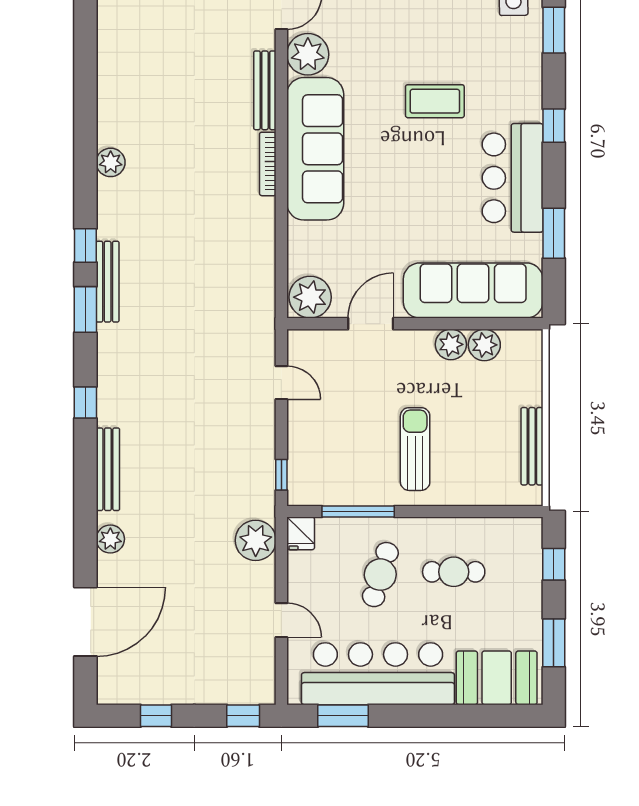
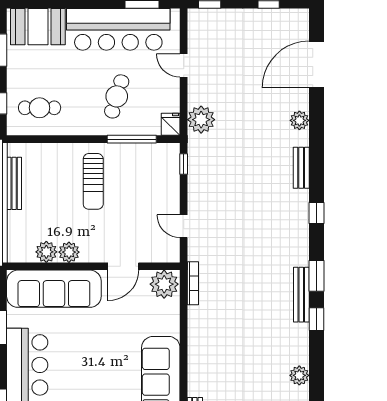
bookcase: (268, 164) -> (193, 283), moved
bench: (108, 469) -> (301, 168), width x0.73
cafe table: (454, 572) -> (40, 108), moved

